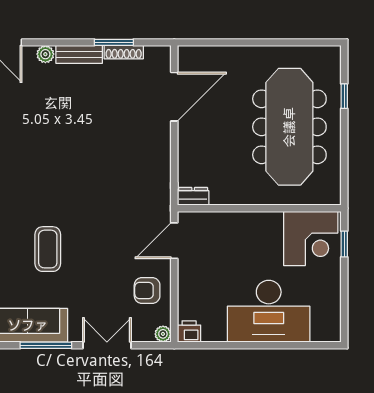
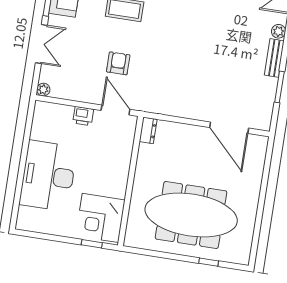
shoe rack: (124, 52) -> (271, 93), removed
armchair: (147, 291) -> (118, 63), moved
printer: (189, 331) -> (83, 116), moved, turned 90

